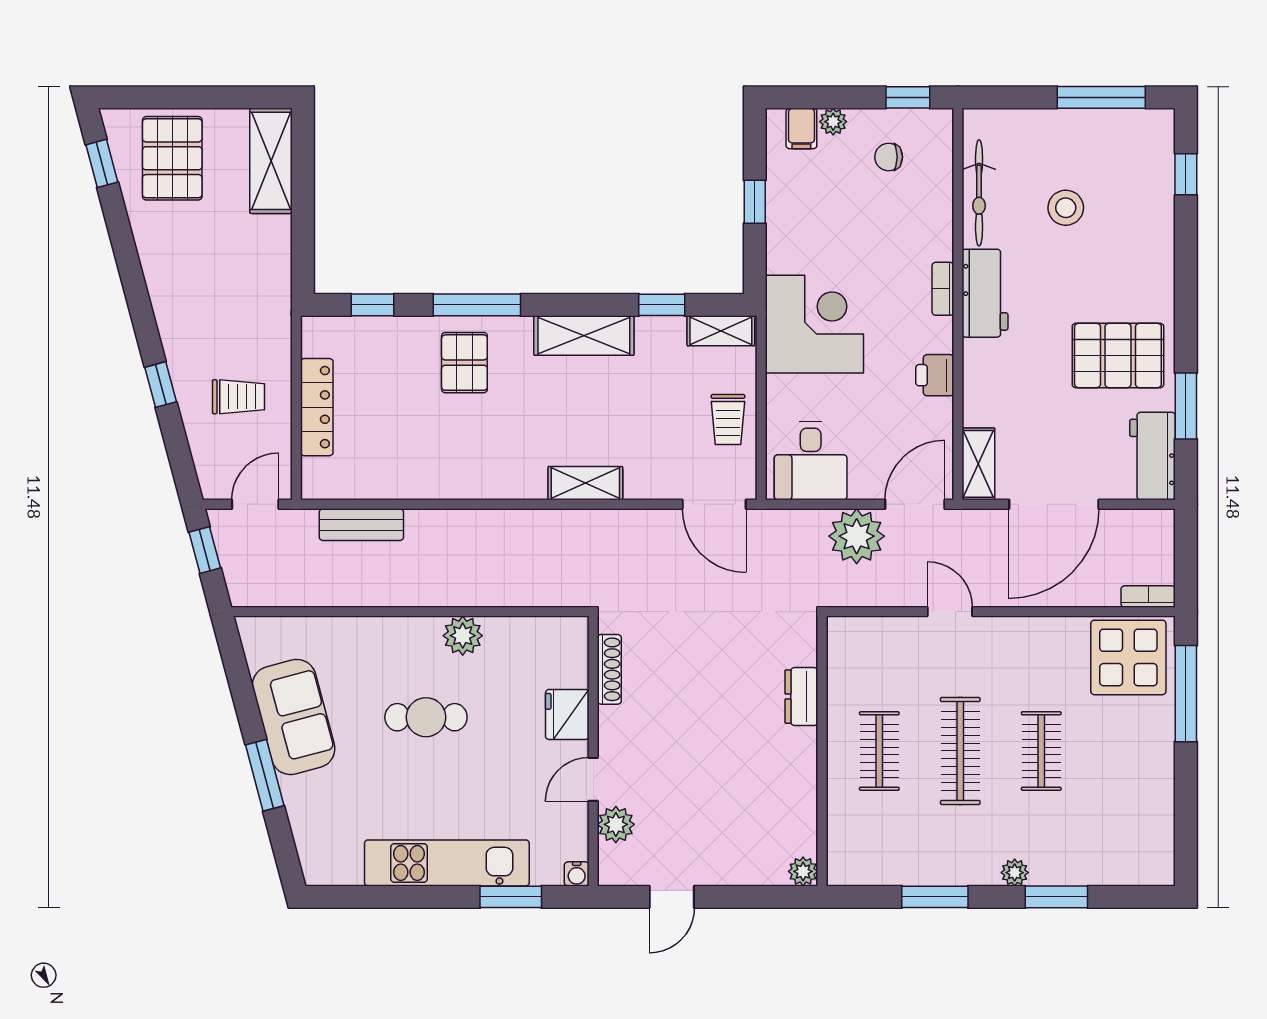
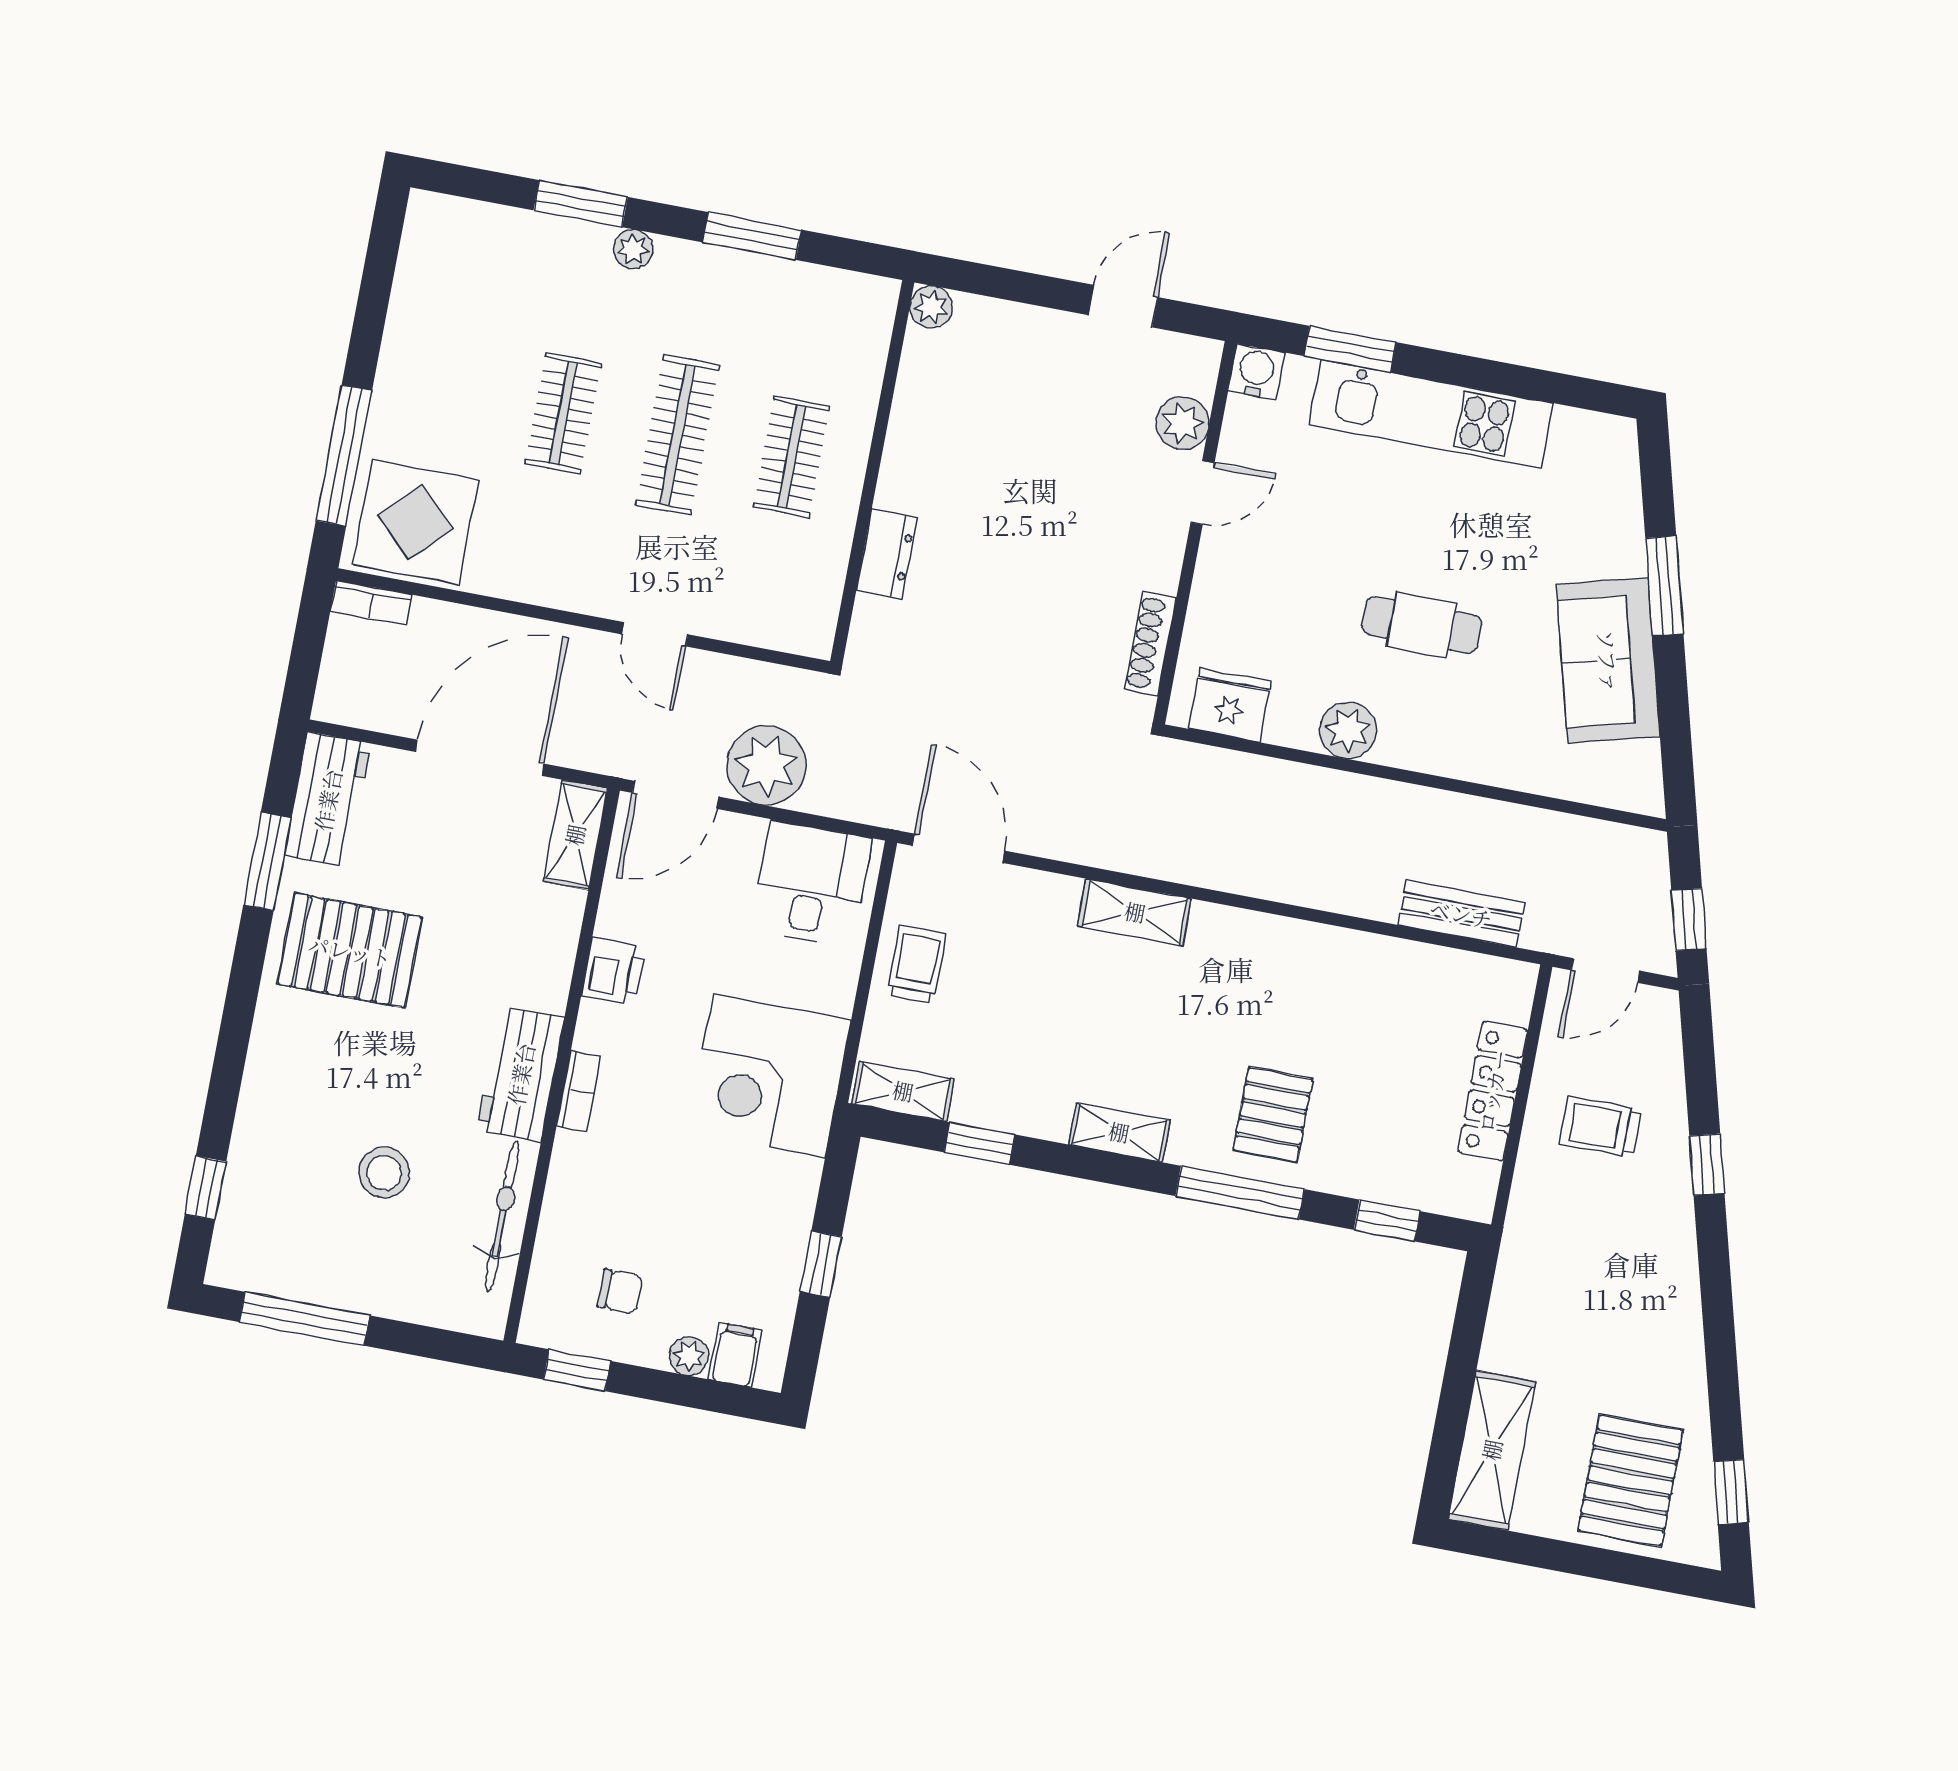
shelving: (584, 335) -> (1119, 1132), width x0.67, depth x0.75
fridge: (567, 714) -> (1230, 705), moved, turned -90
water cooler: (577, 874) -> (1256, 372), width x1.38, depth x1.38

